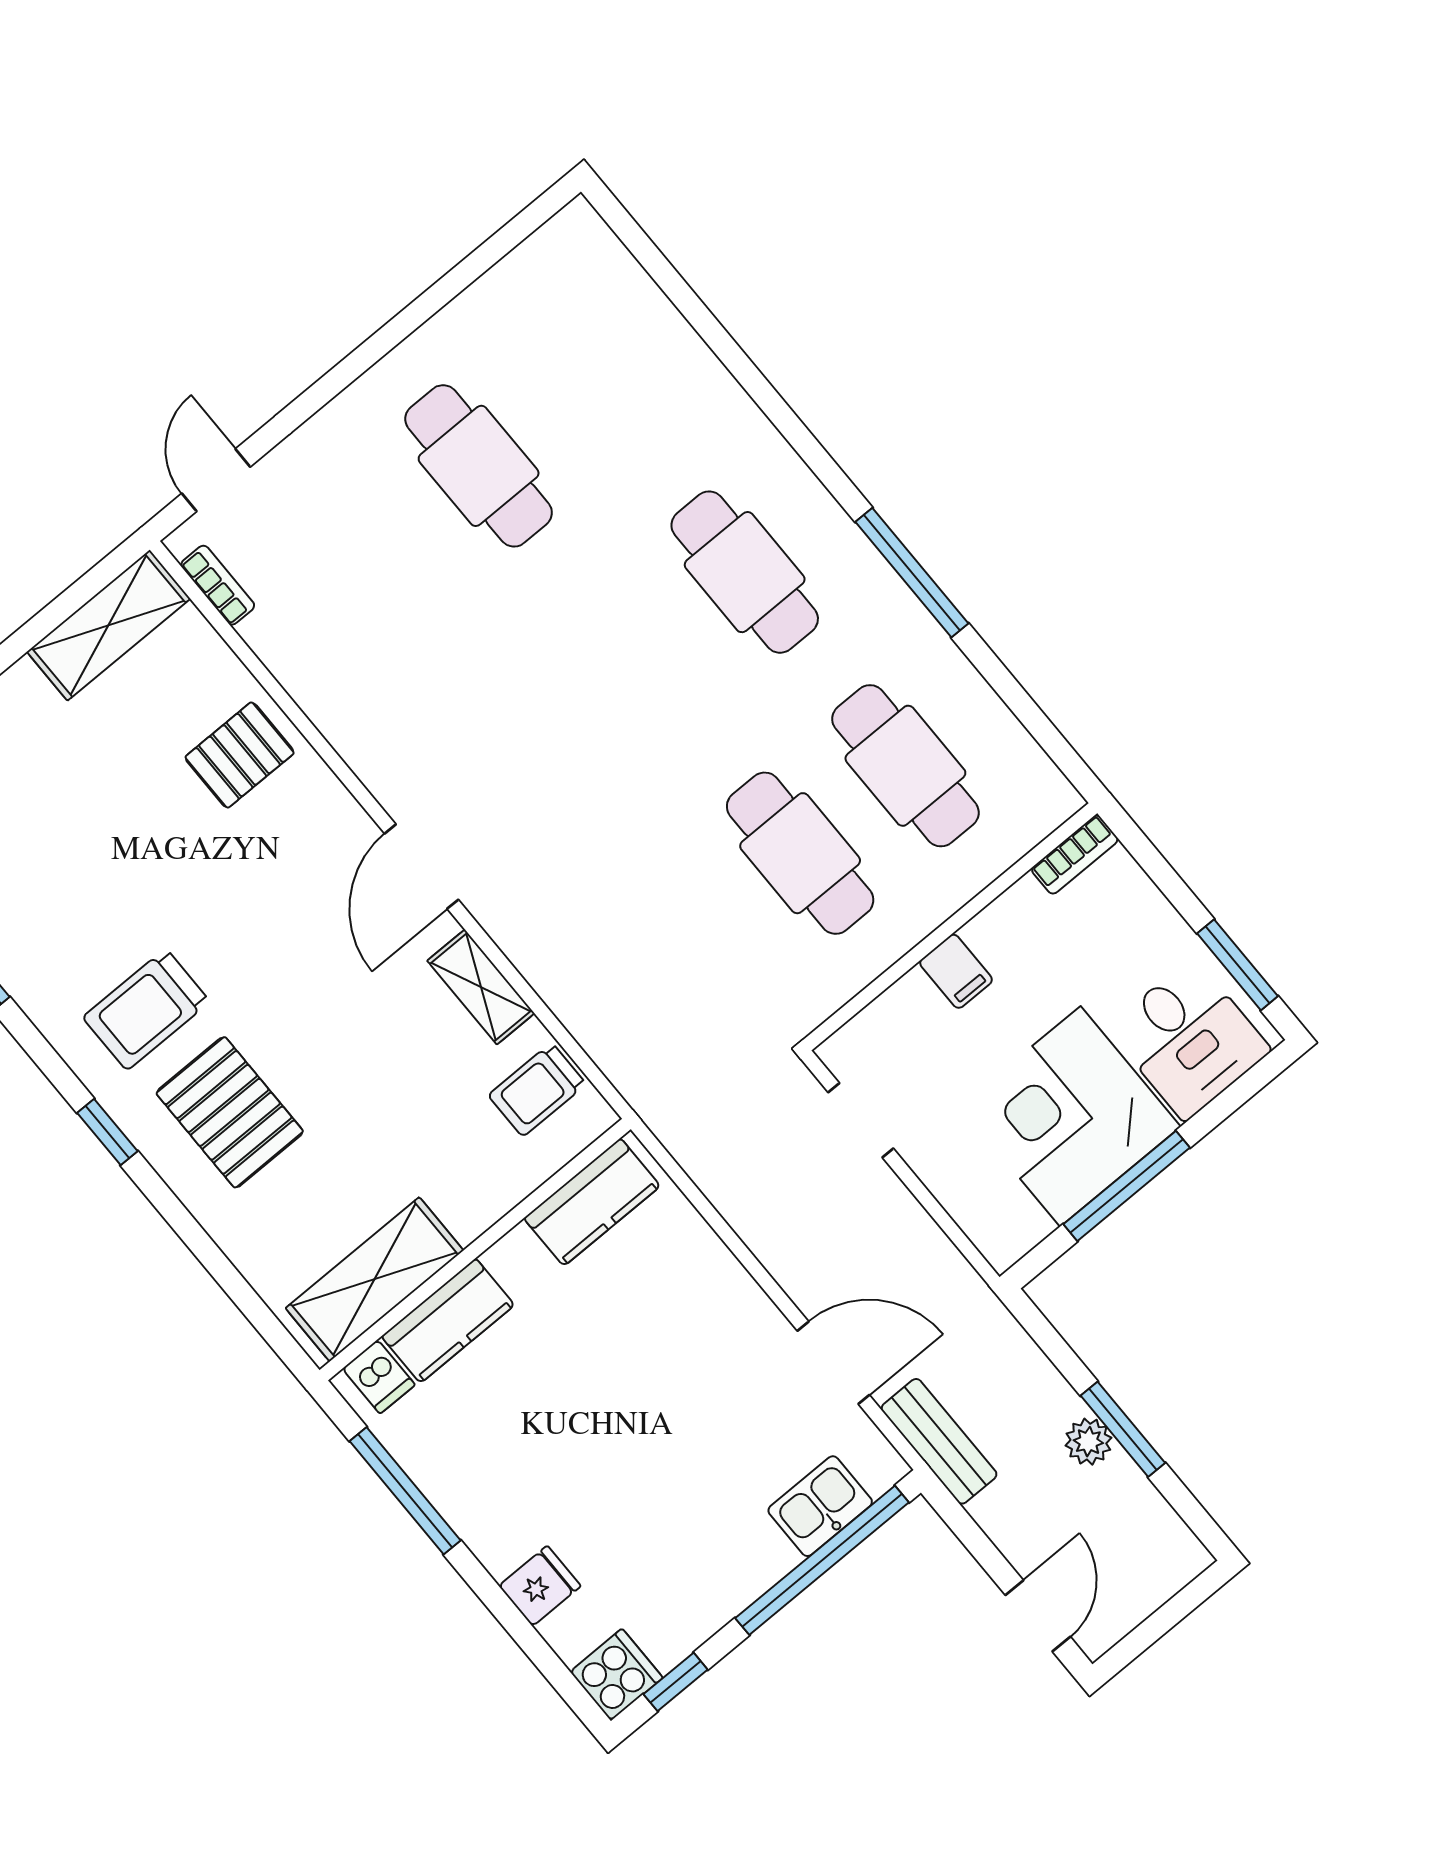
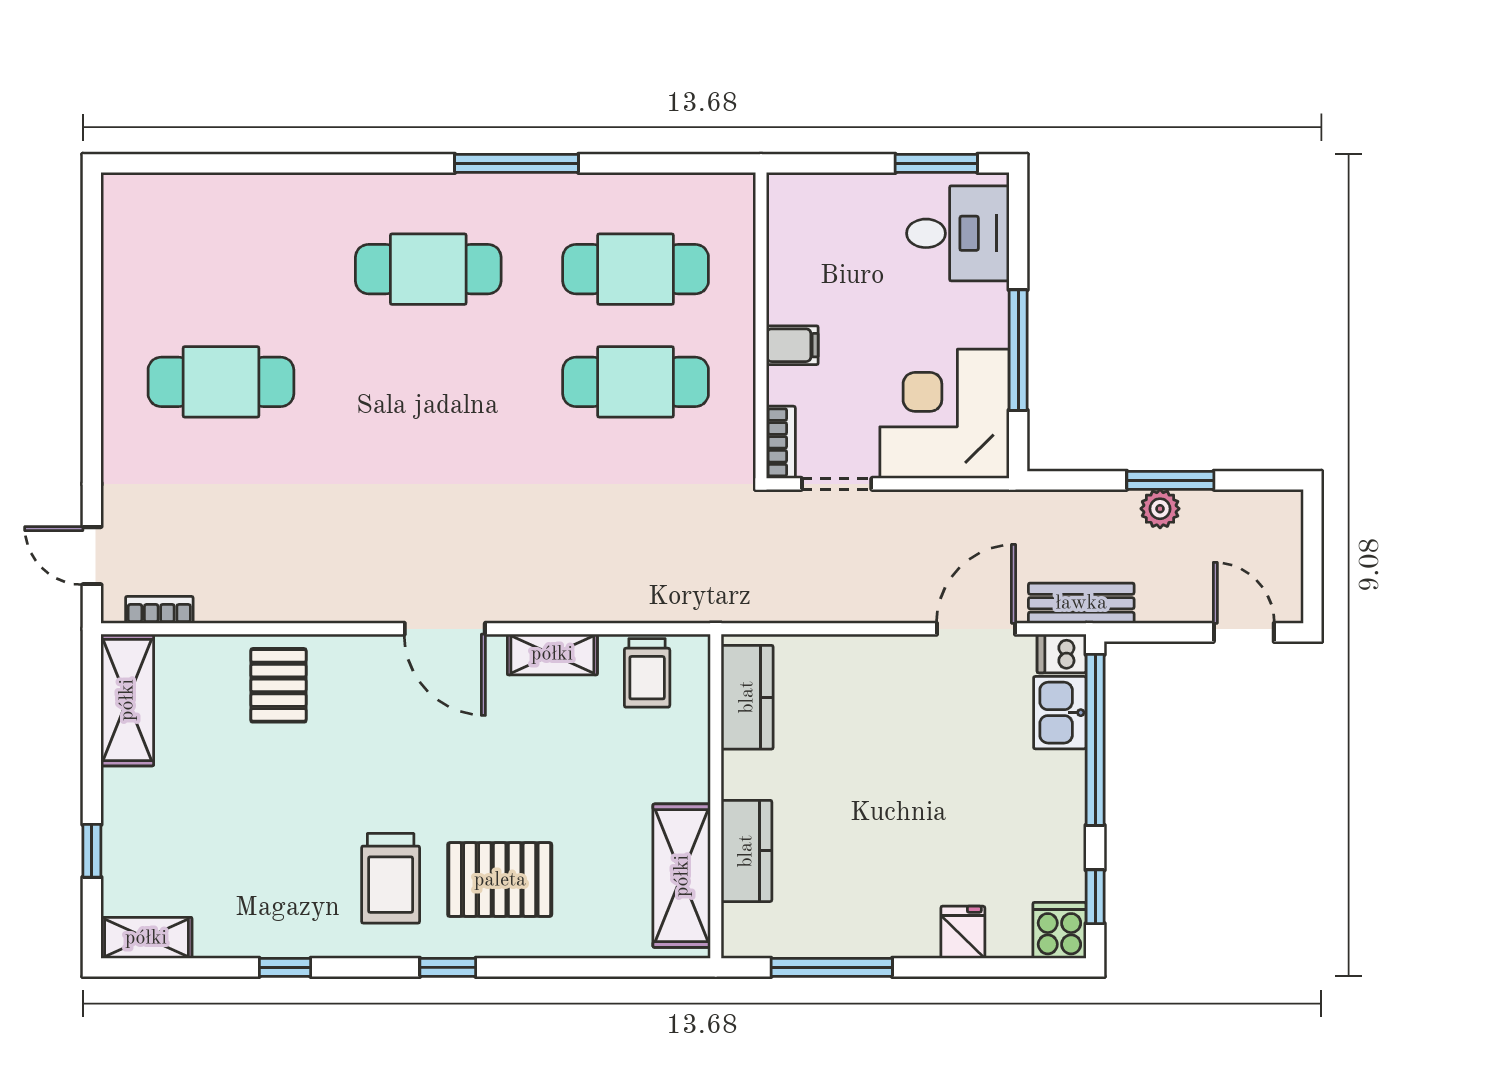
bookcase: (1075, 855) -> (781, 442), moved
corner desk: (1070, 1116) -> (944, 414), moved, turned 90
dishwasher: (379, 1377) -> (1062, 654), moved, turned 180

